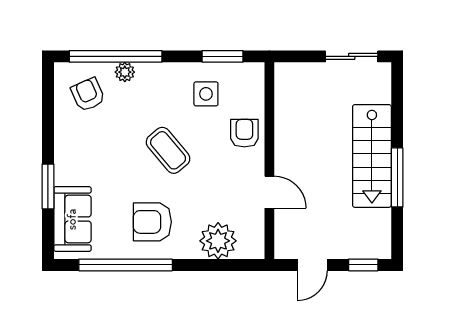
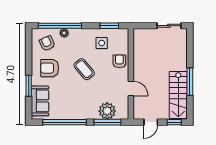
stairs: (372, 156) -> (178, 95), moved
armchair: (152, 222) -> (50, 68), moved
window: (218, 265) -> (107, 122), added

